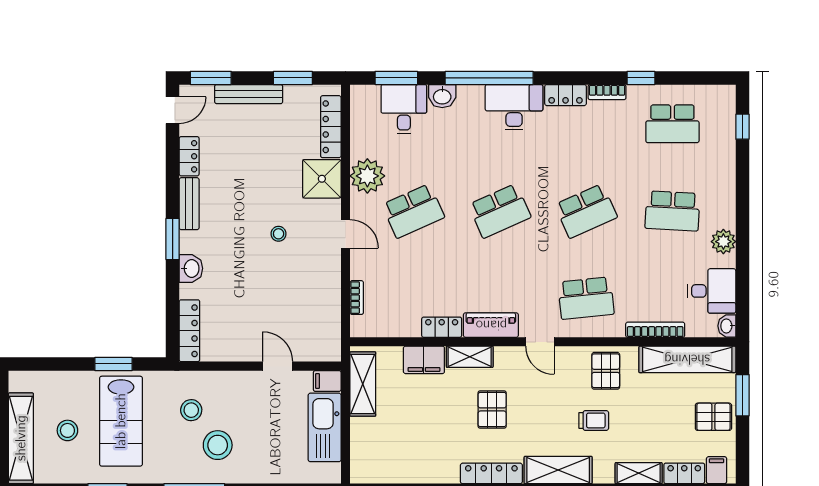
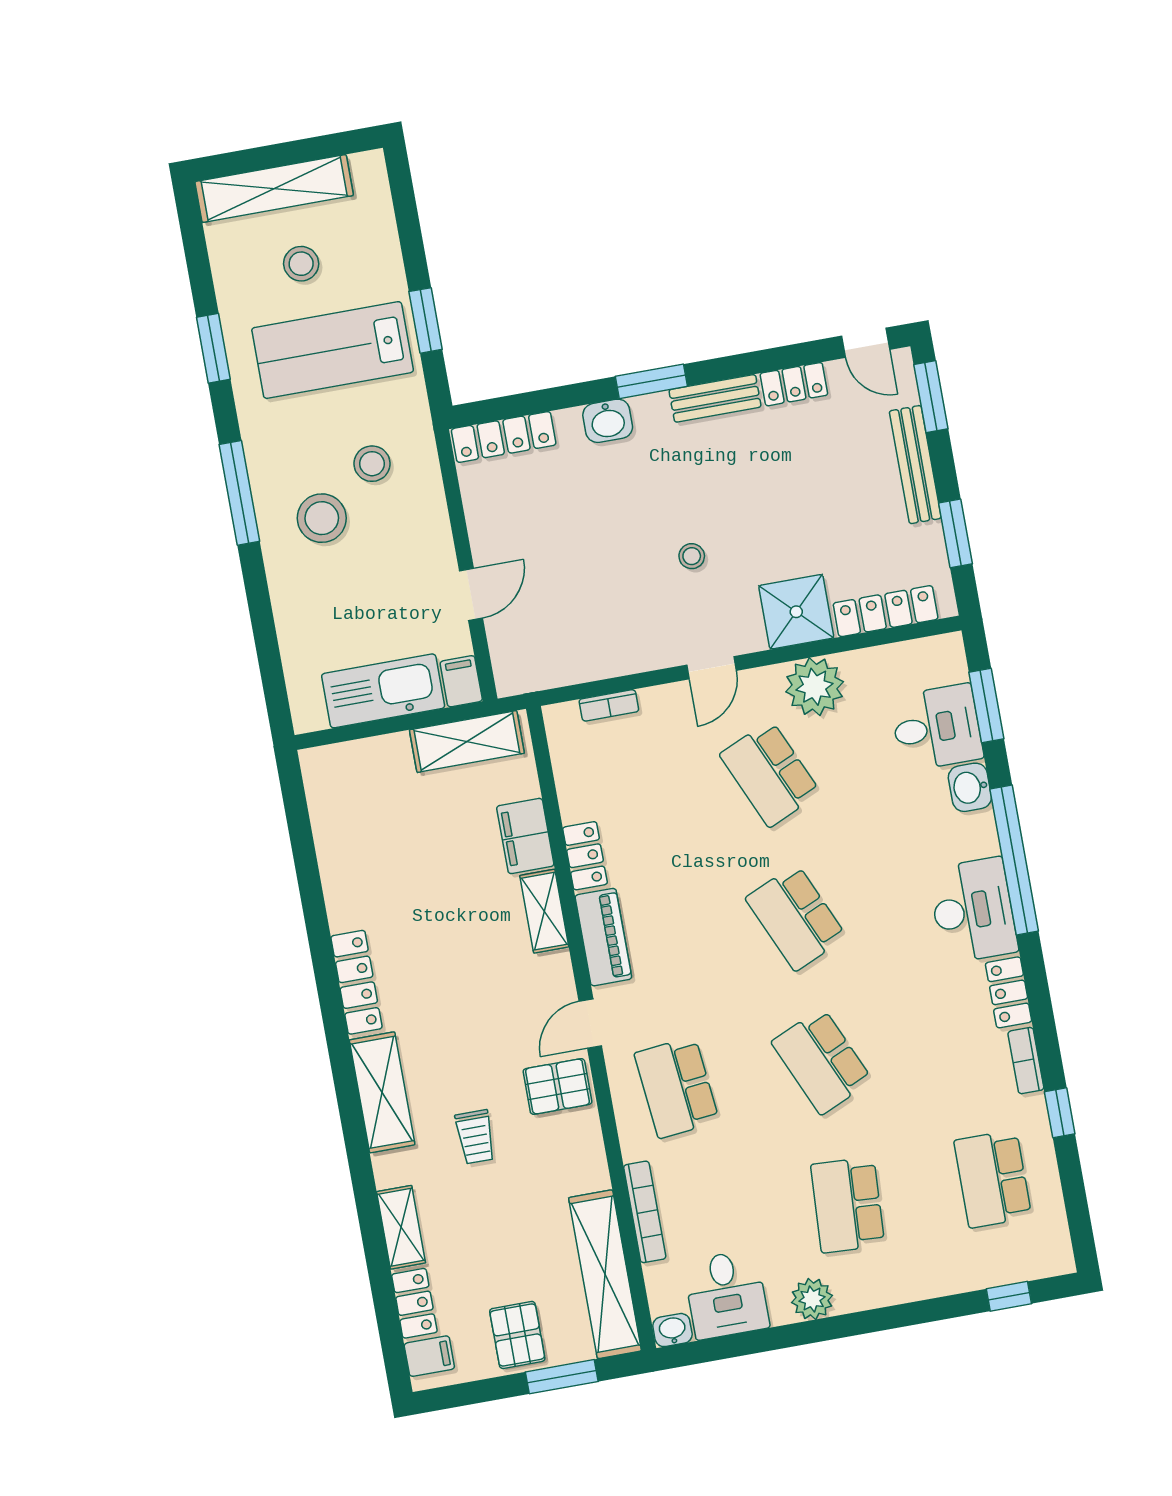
pallet: (606, 371) -> (557, 1086), moved
pallet: (492, 409) -> (463, 964), removed

